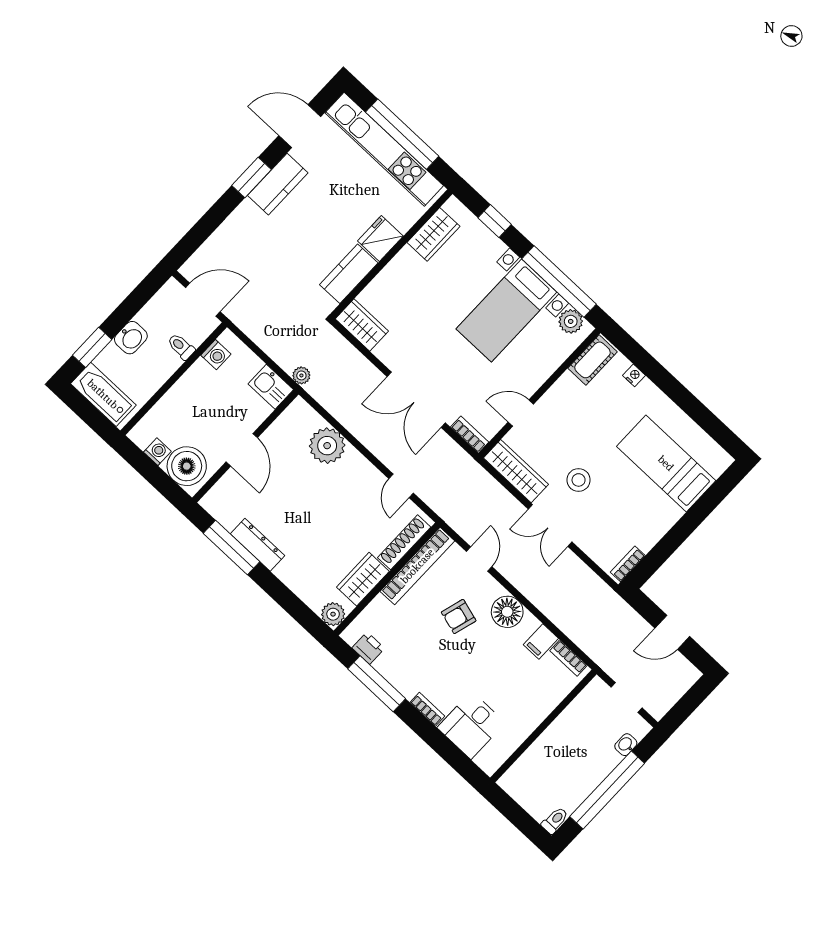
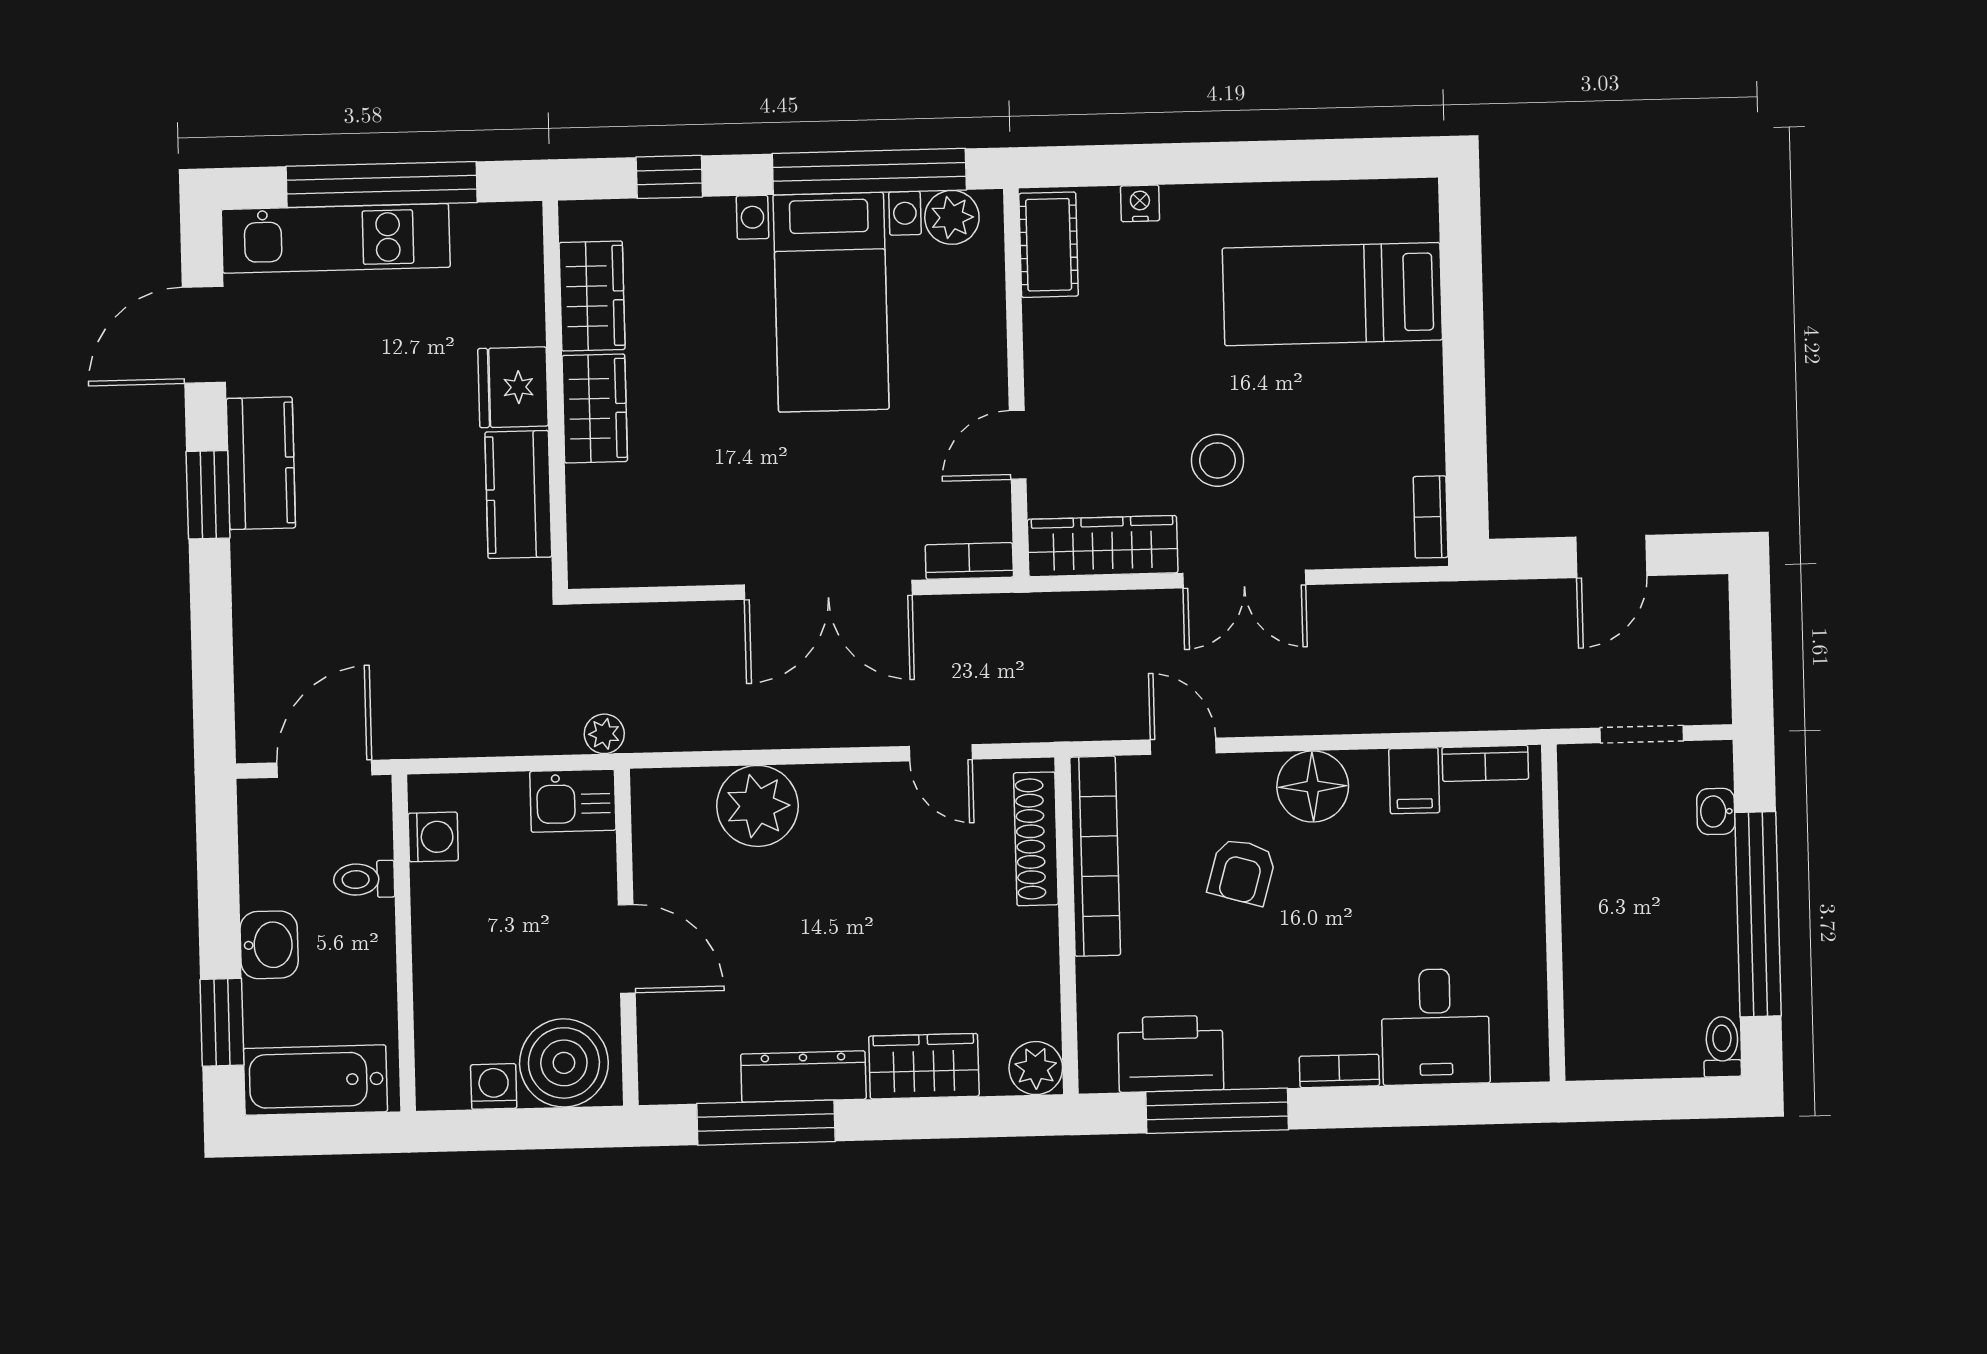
kitchen unit: (384, 149) -> (336, 238), width x0.73
wardrobe: (362, 325) -> (595, 409), moved, turned 90
wardrobe: (363, 579) -> (924, 1066), moved, turned 90
printer: (368, 648) -> (1171, 1054), width x1.87, depth x1.48

